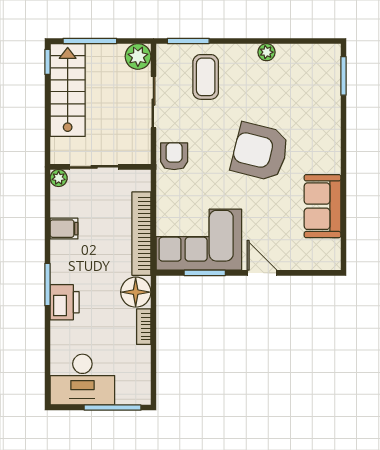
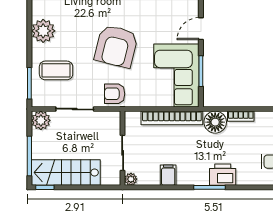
plant: (267, 52) -> (43, 31), width x1.88, depth x1.88
armchair: (260, 152) -> (116, 46), moved

